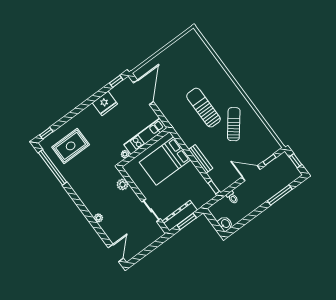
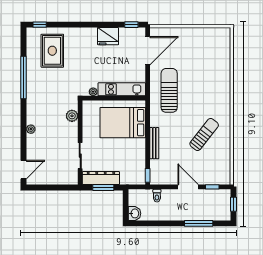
sun lounger: (203, 108) -> (169, 90), moved
rug: (71, 146) -> (52, 51), turned 90
window: (52, 167) -> (23, 78), moved

